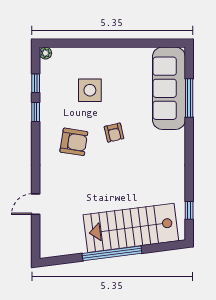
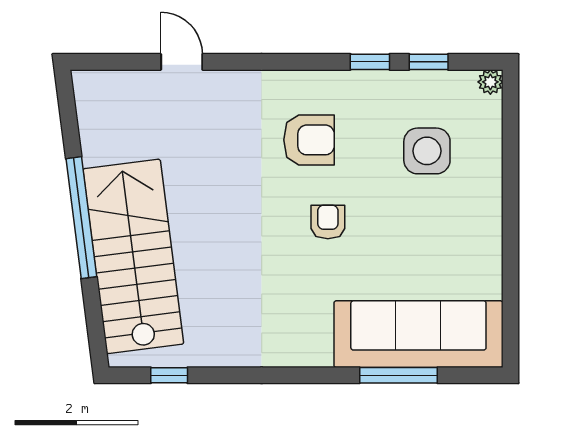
side table: (90, 90) -> (427, 151), moved
armchair: (114, 133) -> (328, 222), turned 103
armchair: (74, 142) -> (309, 140), turned -99

